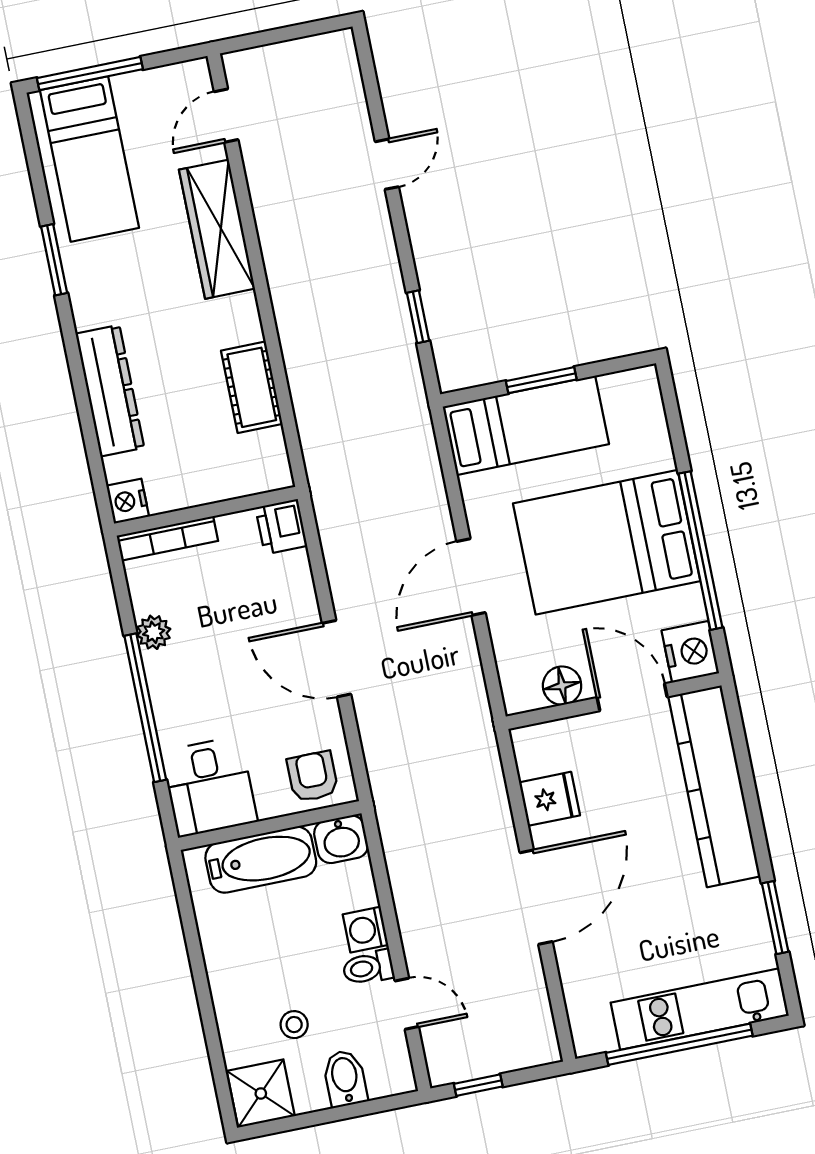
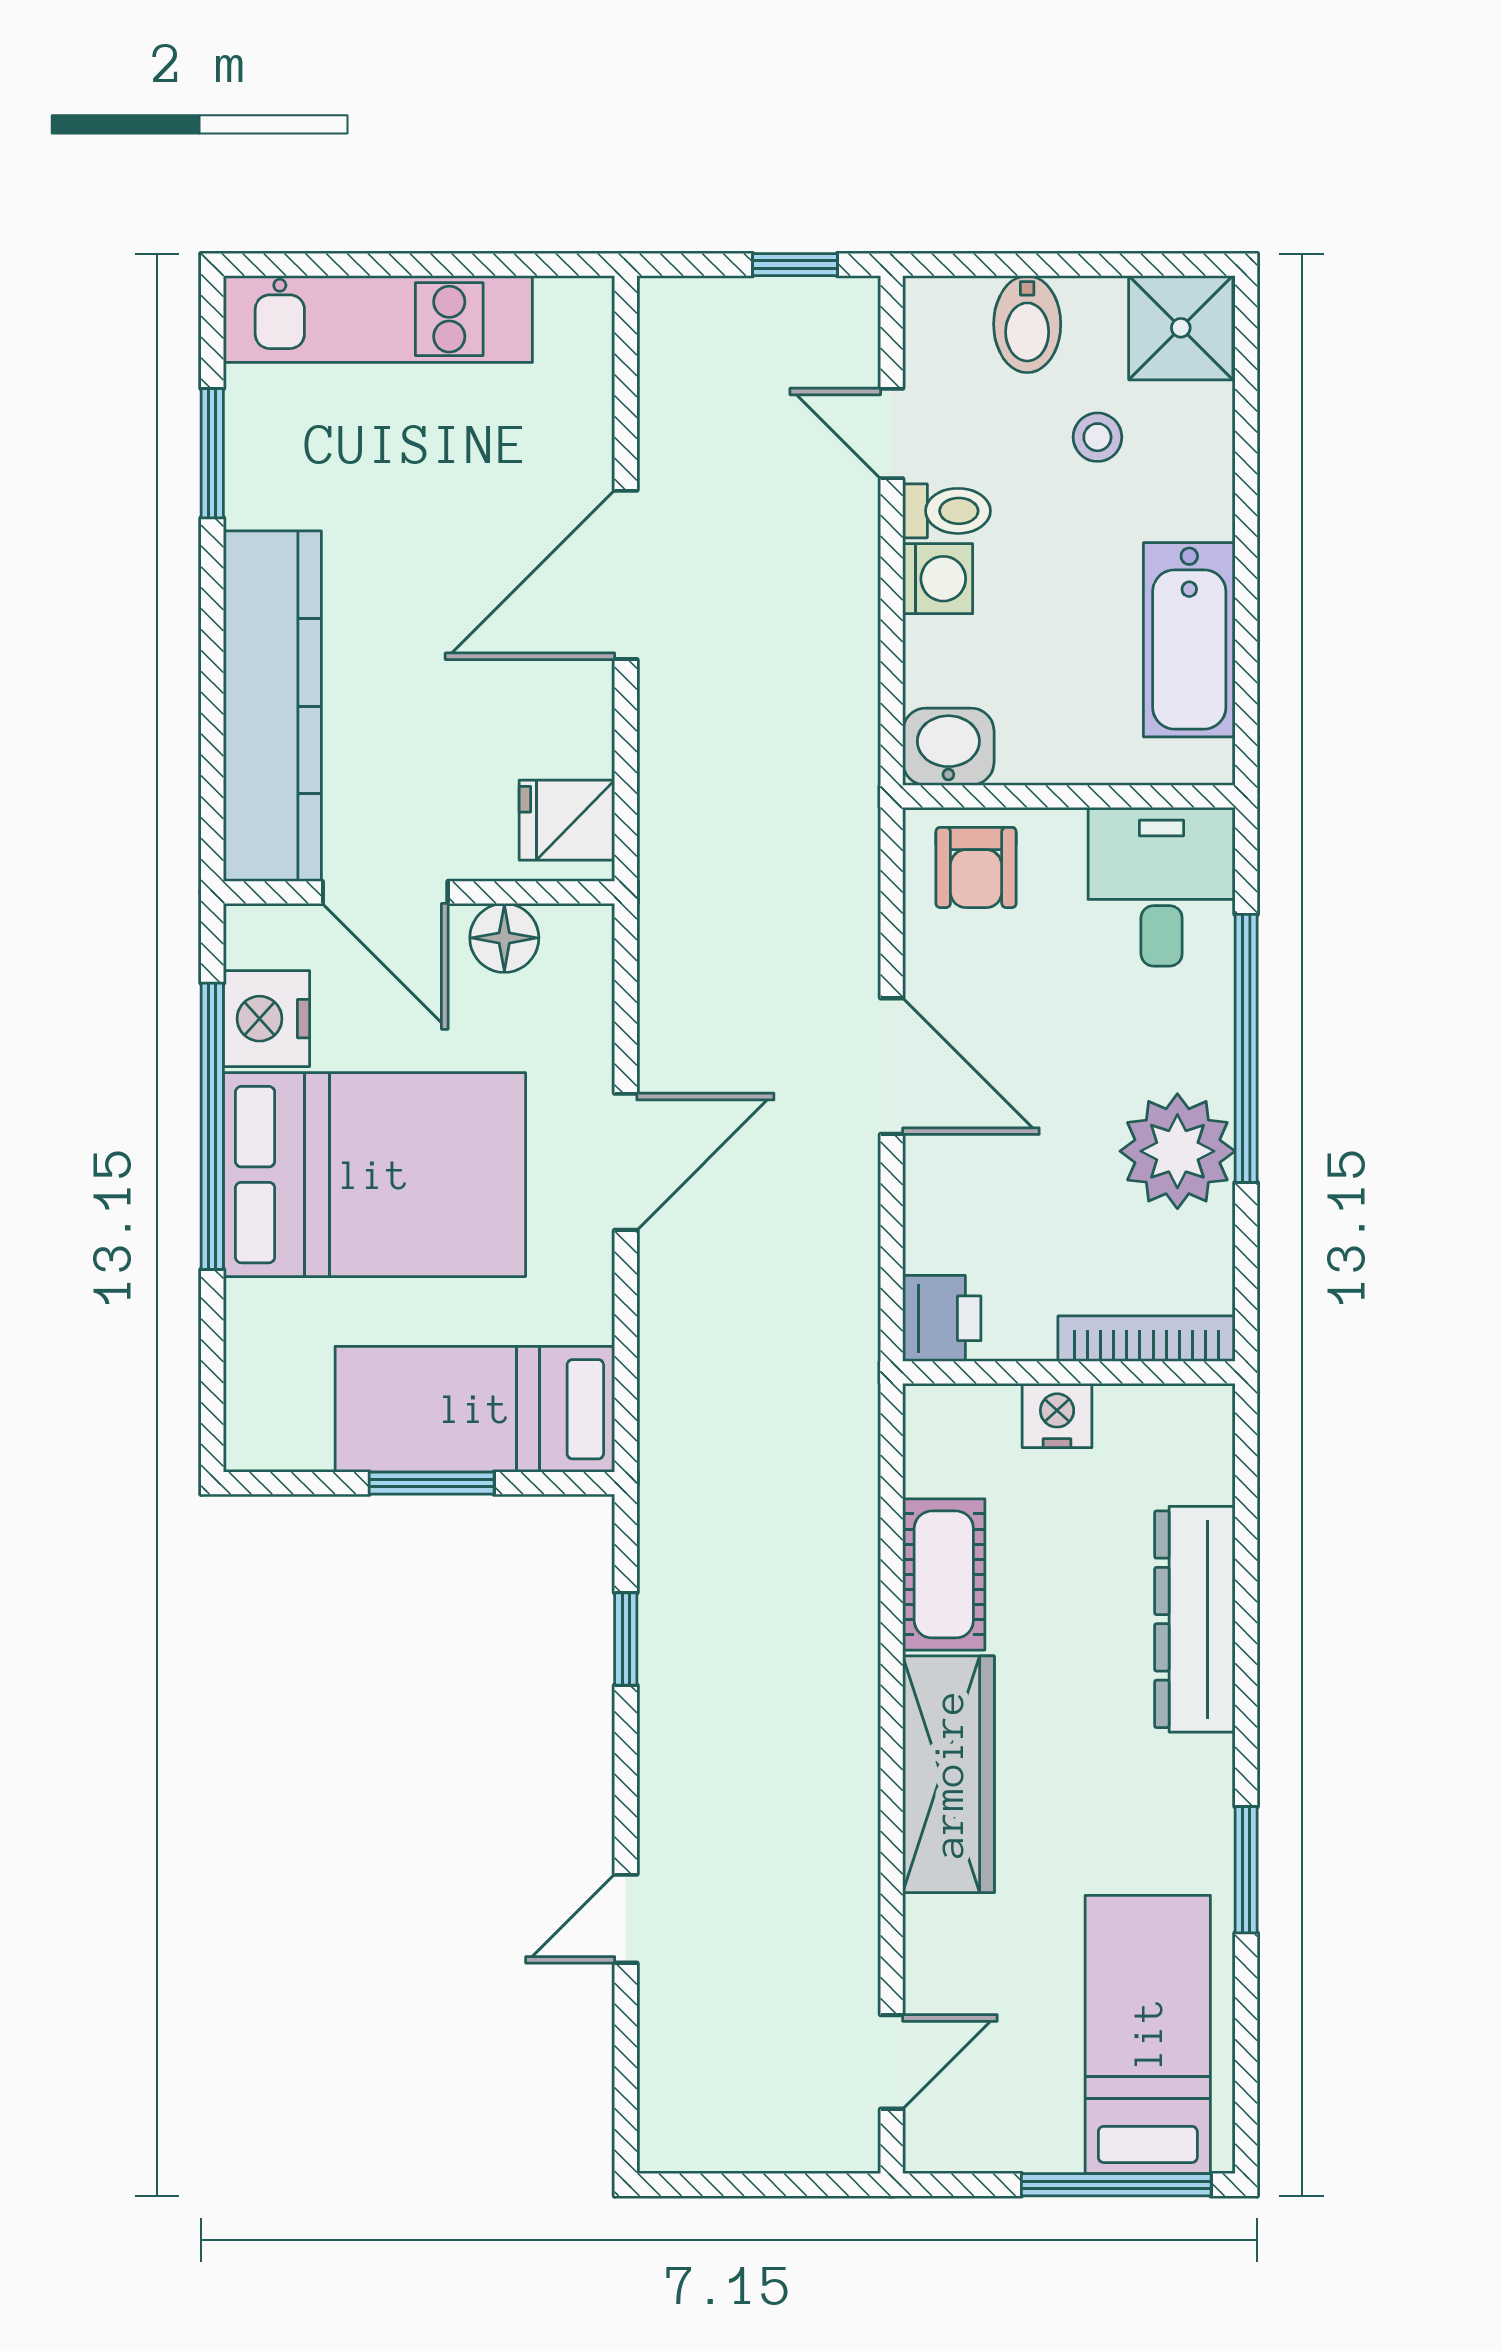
wardrobe: (217, 229) -> (949, 1774), moved
nightstand: (128, 501) -> (1057, 1416), moved, turned -90
plant: (154, 632) -> (1177, 1151), width x1.88, depth x1.88
nightstand: (690, 652) -> (266, 1019), moved
fridge: (550, 799) -> (567, 820), moved
bathtub: (261, 860) -> (1189, 640), moved, turned -90
window: (679, 1044) -> (426, 265), removed

